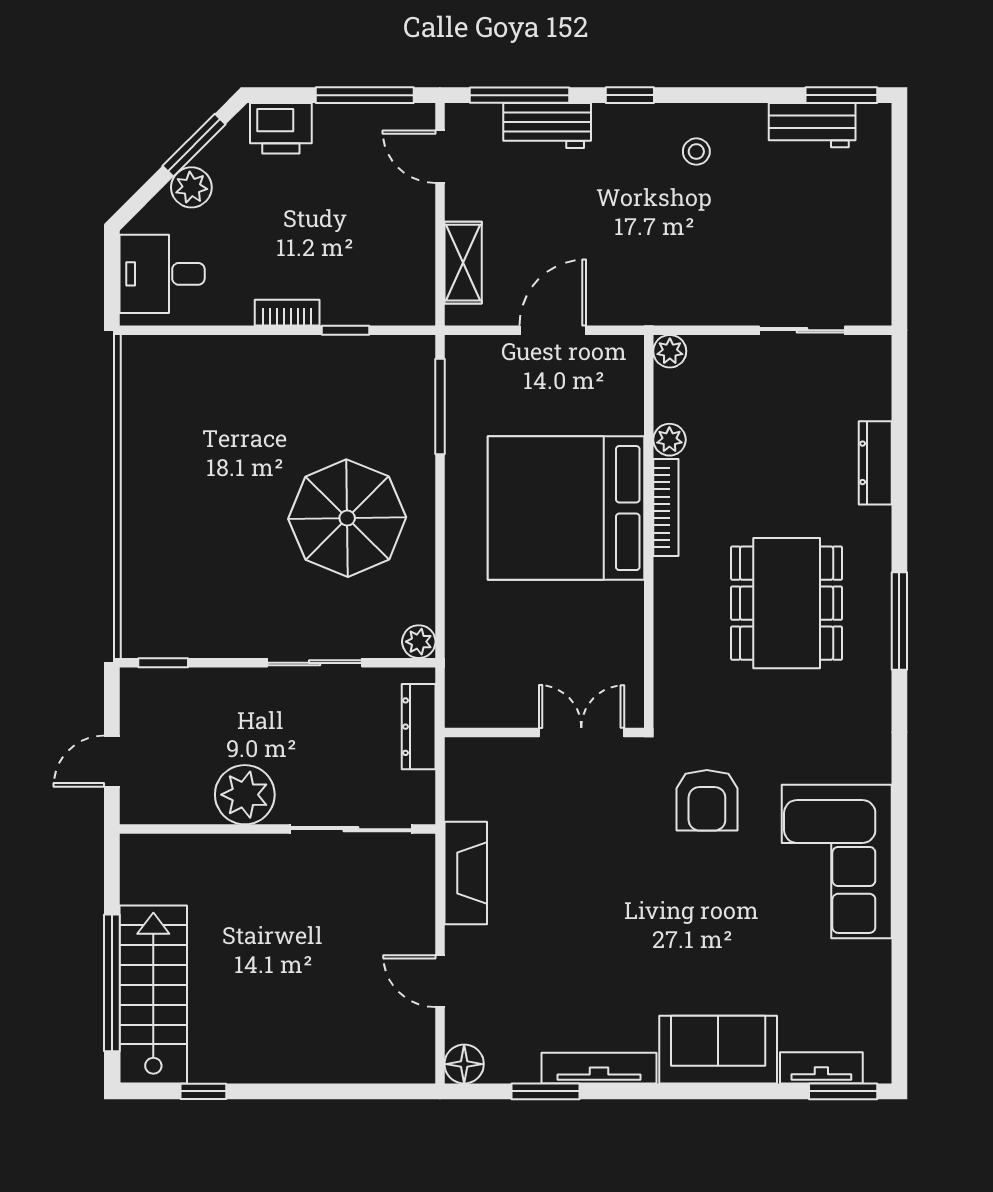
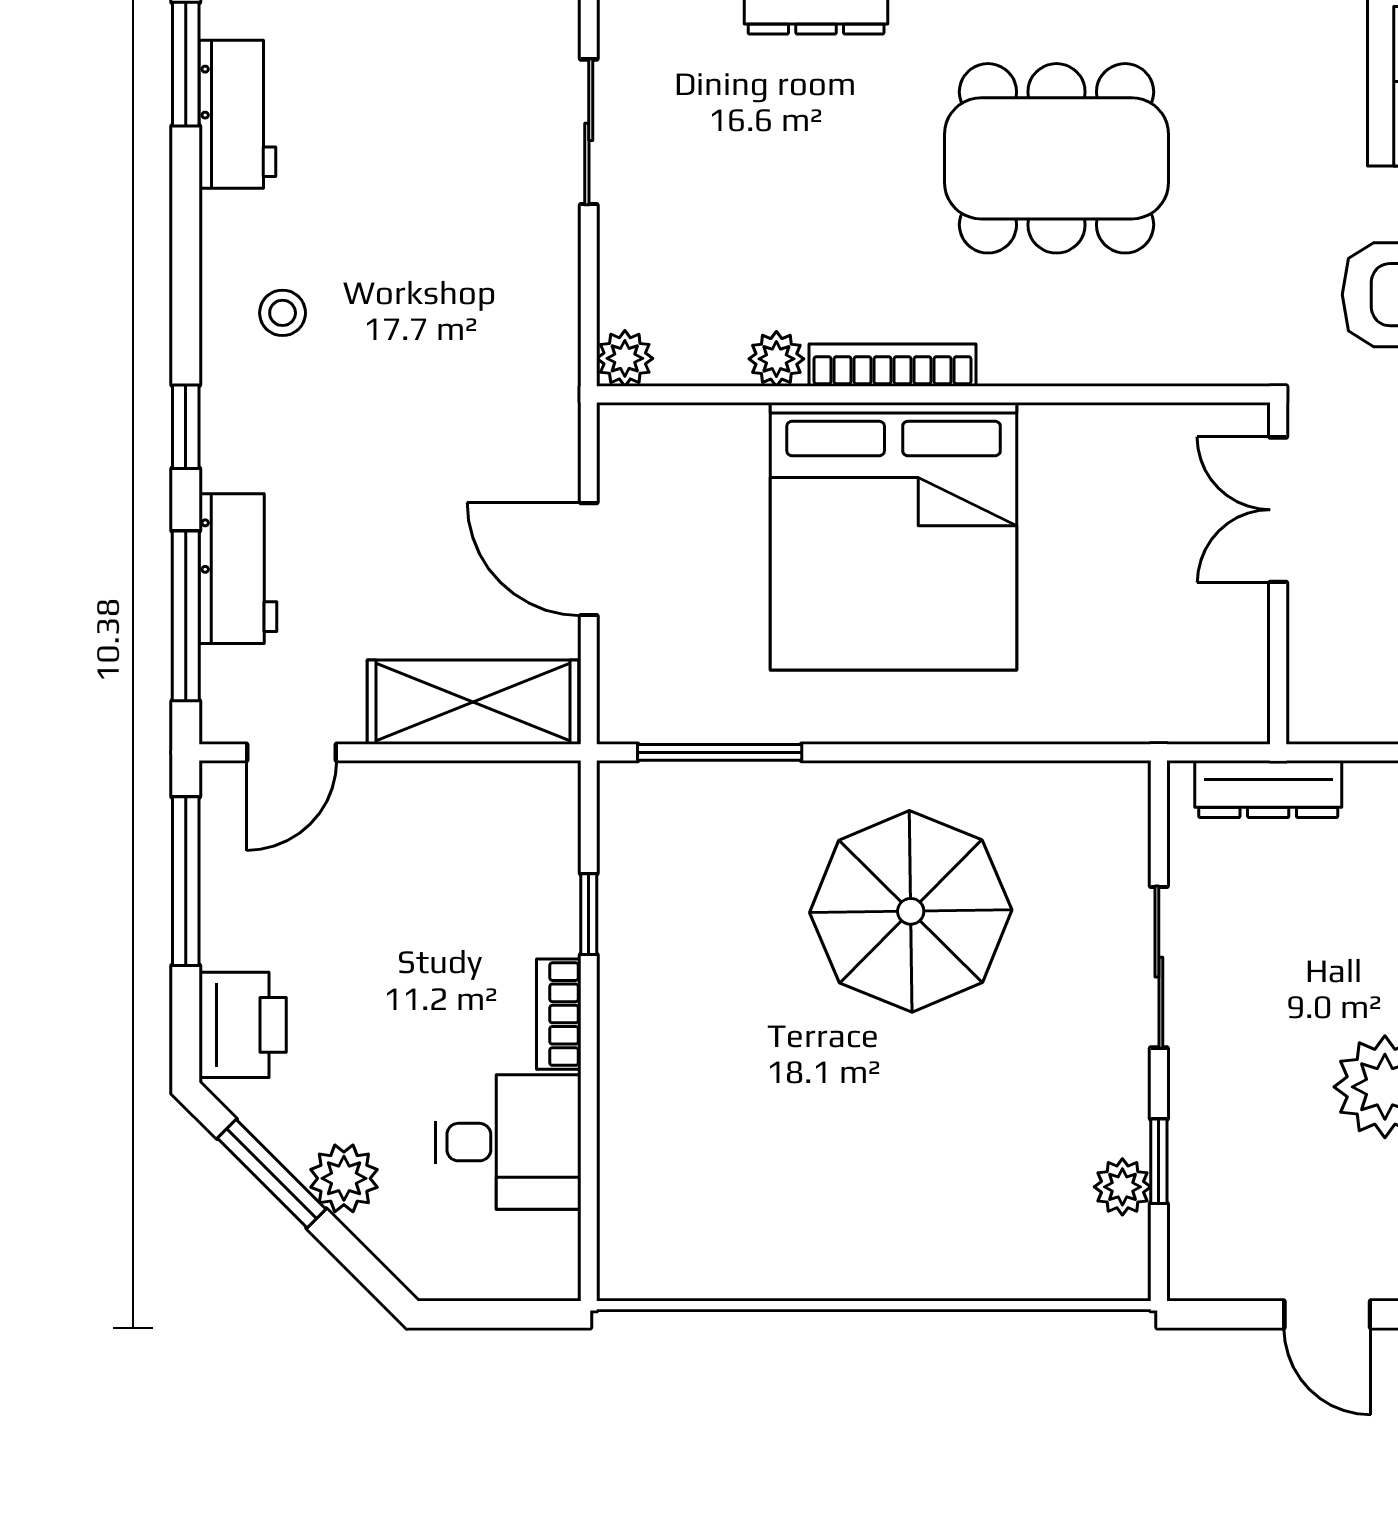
shelving: (463, 263) -> (473, 702), width x1.50, depth x1.33
desk: (162, 274) -> (508, 1142), moved, turned -90
plant: (419, 642) -> (1122, 1187), moved
window: (163, 663) -> (1159, 1161), moved

